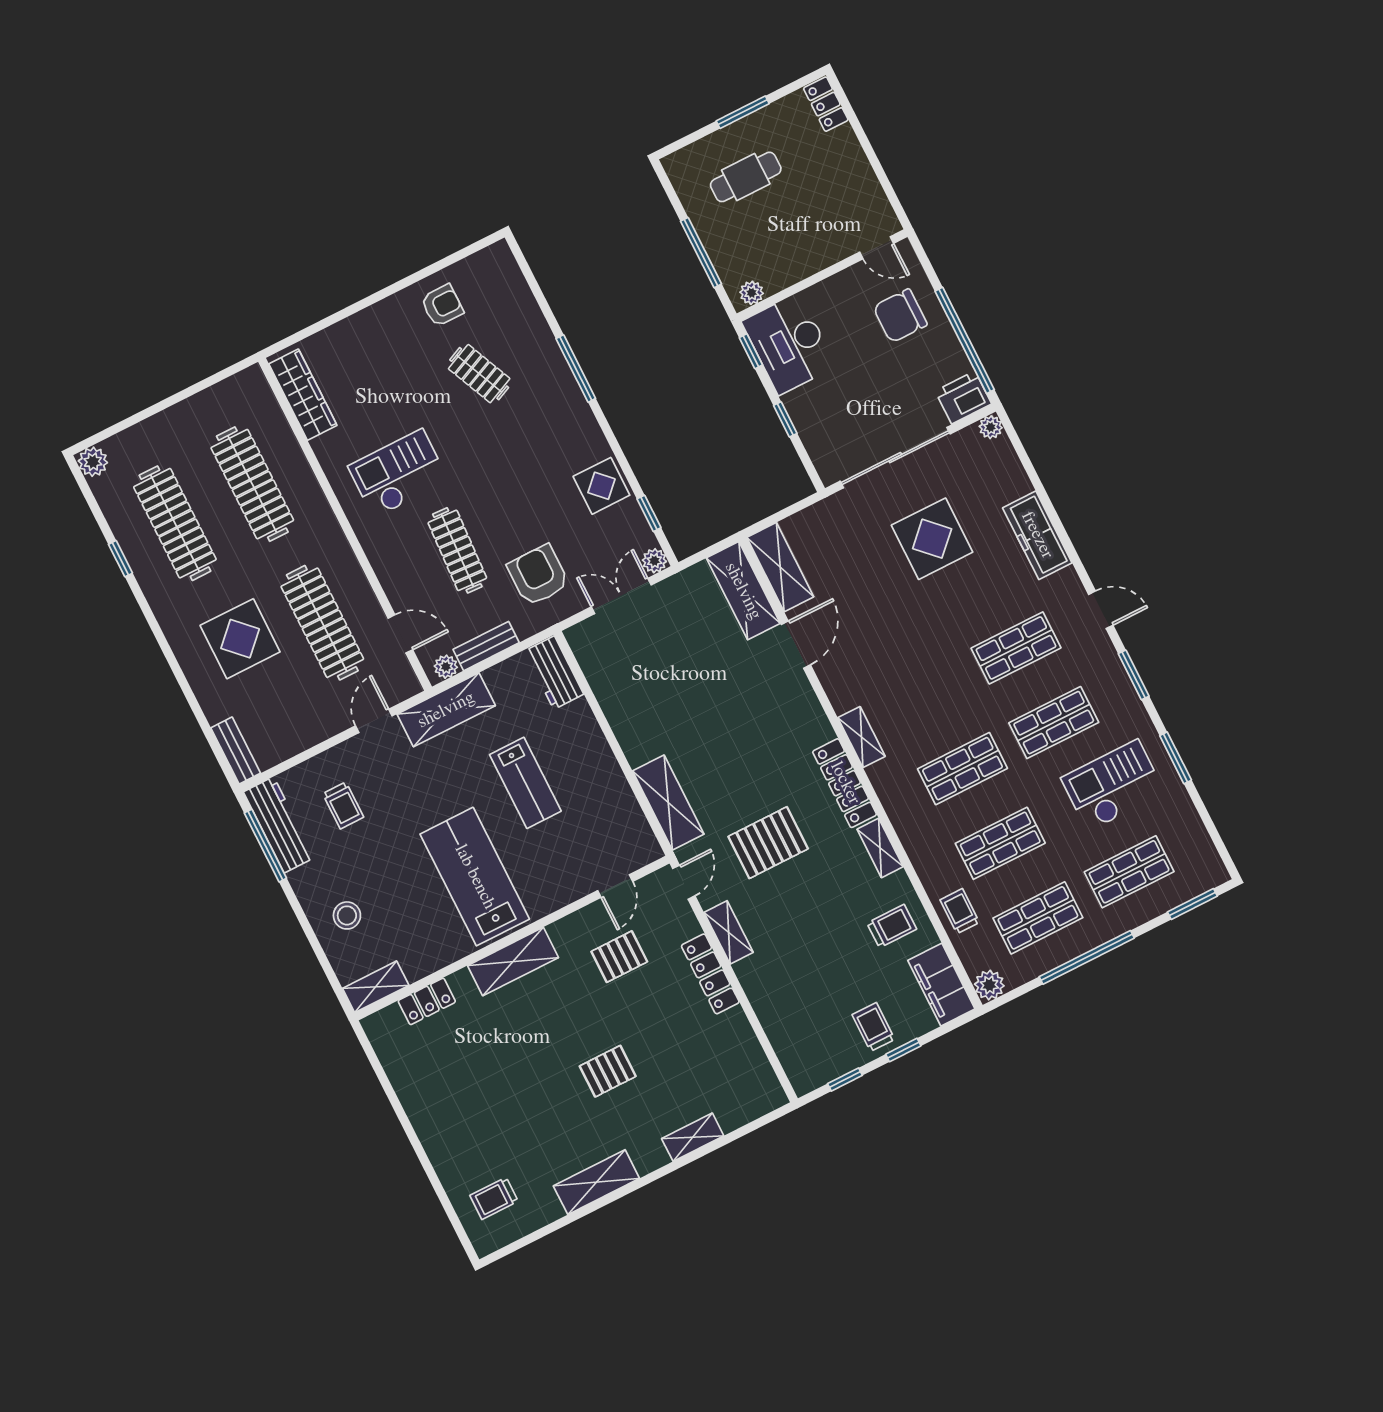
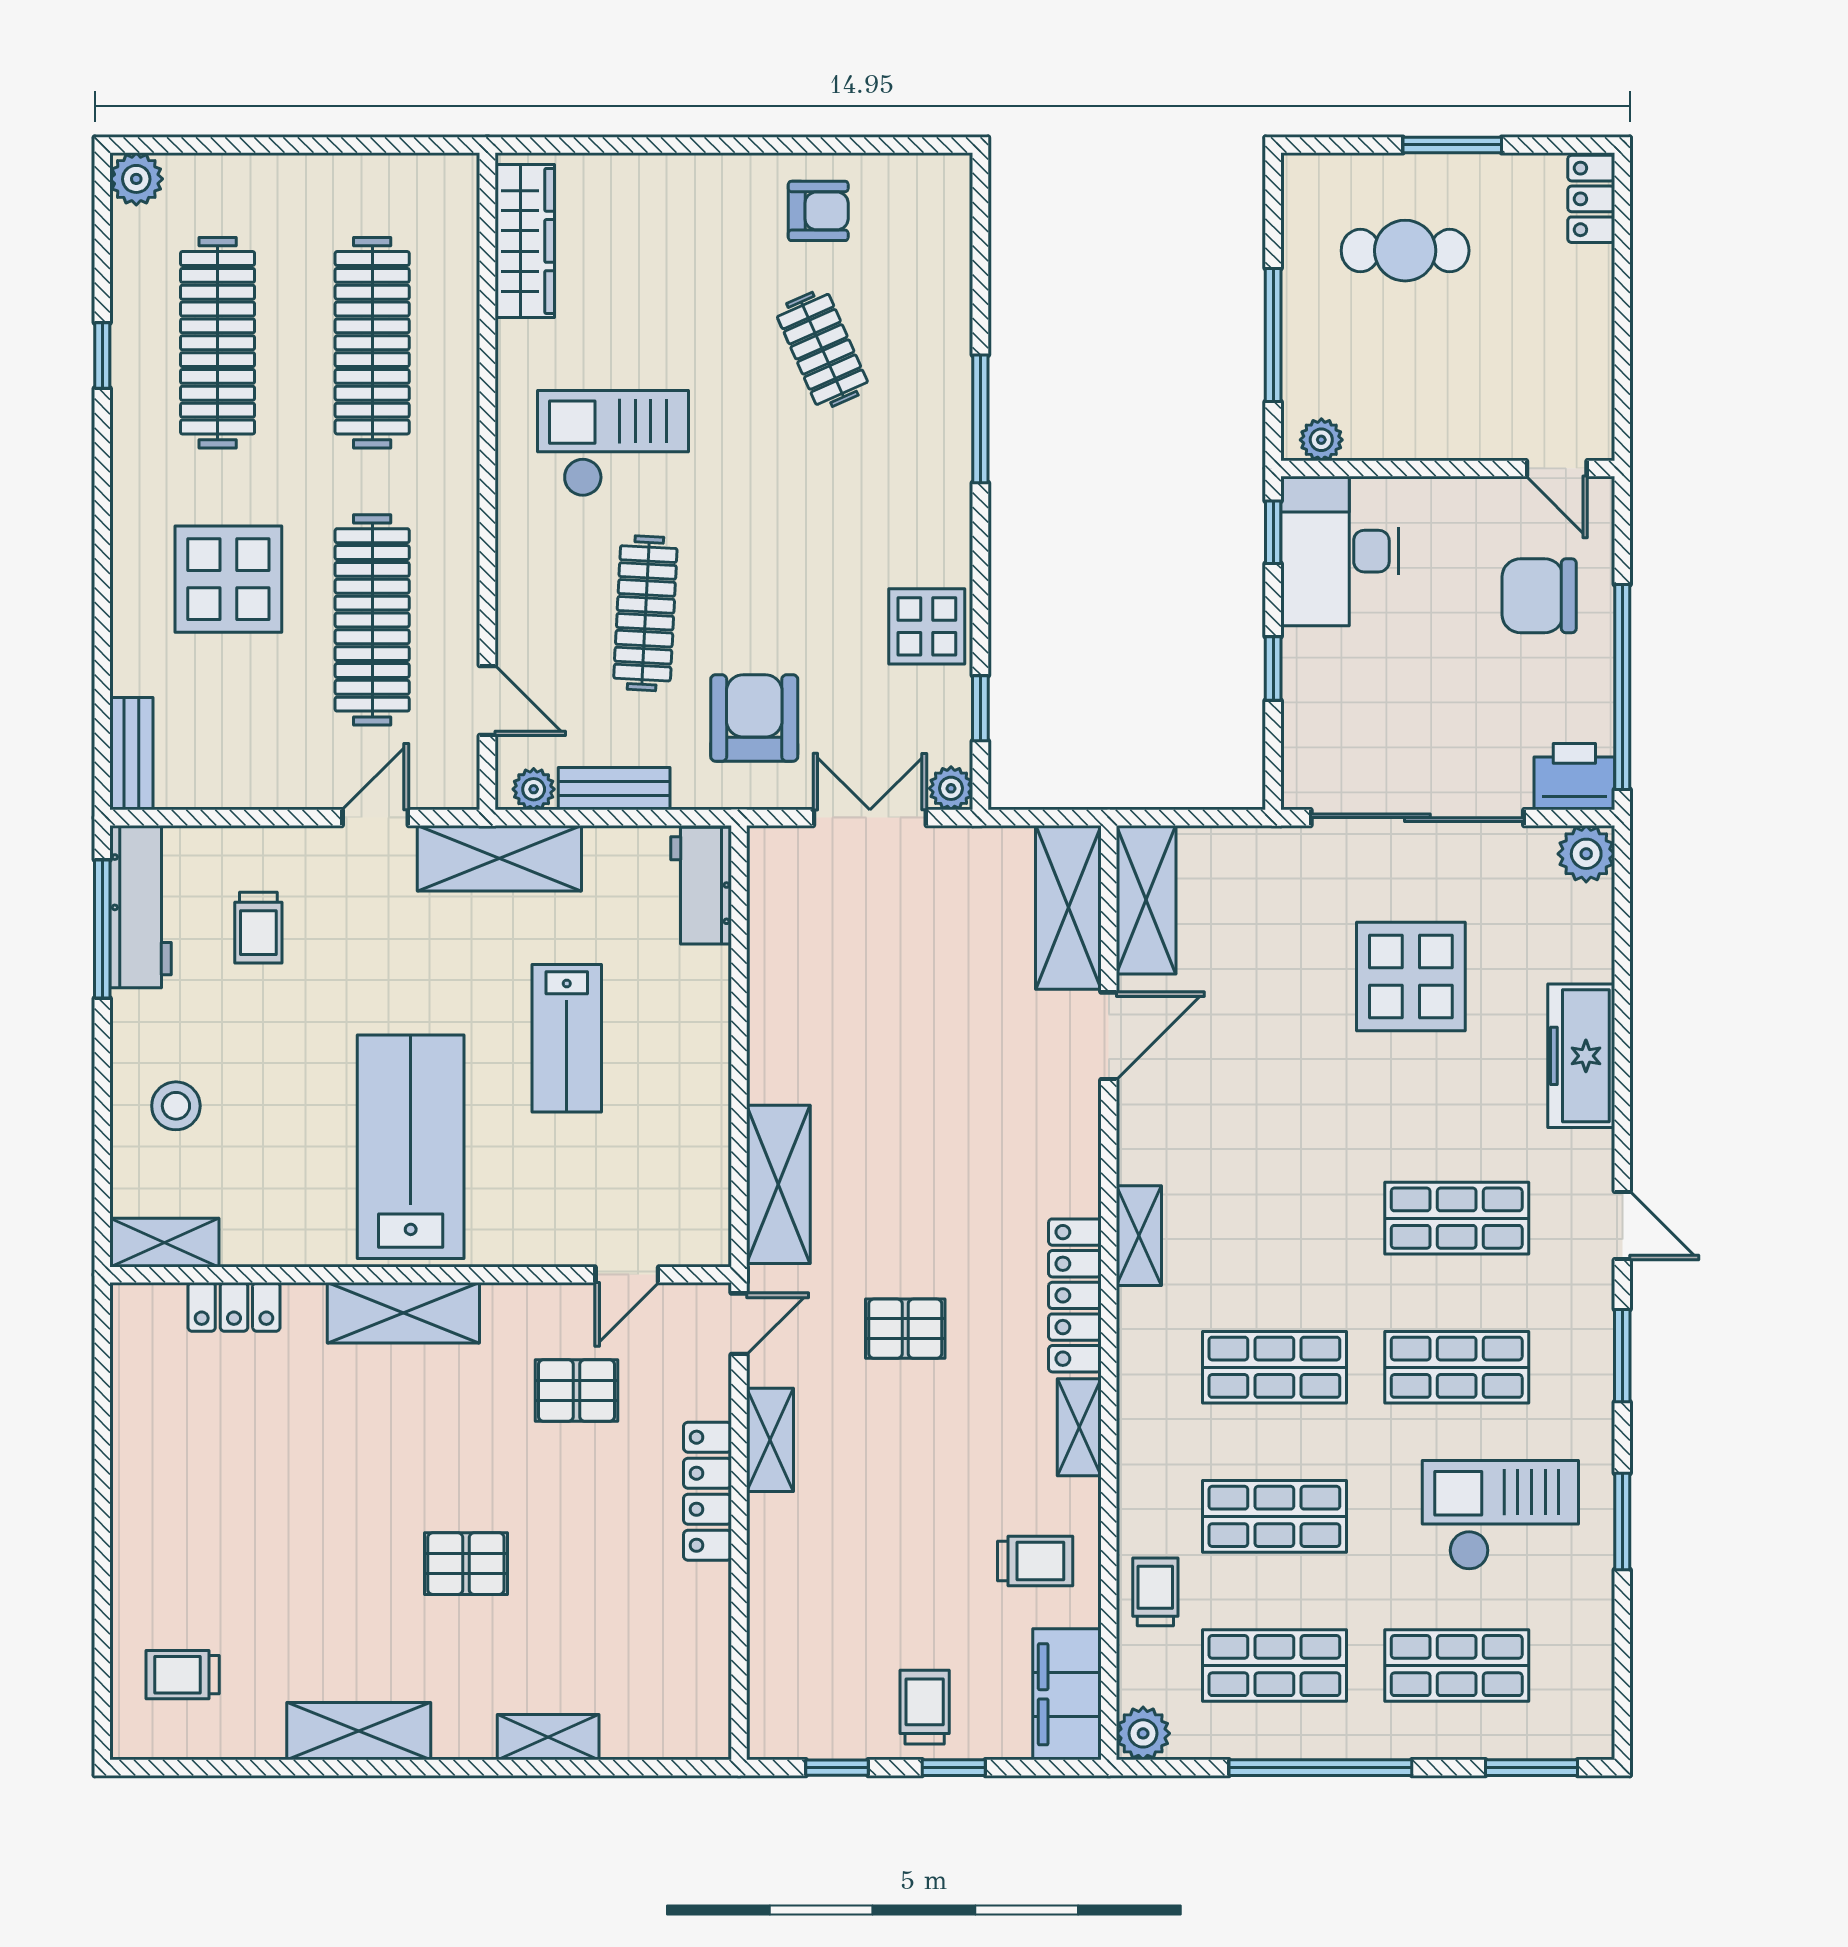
plant: (991, 427) -> (1586, 854), width x1.38, depth x1.38
pallet: (768, 843) -> (905, 1329), width x0.67, depth x0.71

